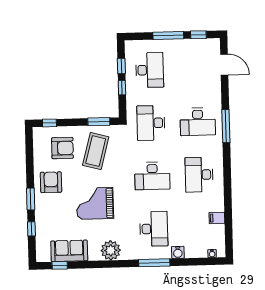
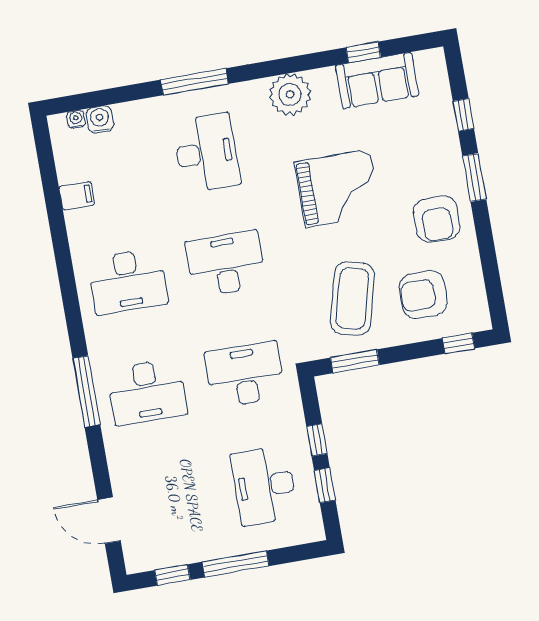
desk: (198, 122) -> (147, 392), turned 180
desk: (151, 123) -> (245, 375), turned -90
desk: (199, 175) -> (128, 281), turned 90
desk: (154, 229) -> (206, 153), turned 180
water cooler: (178, 252) -> (100, 119), moved
window: (60, 265) -> (363, 52), moved

